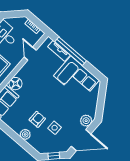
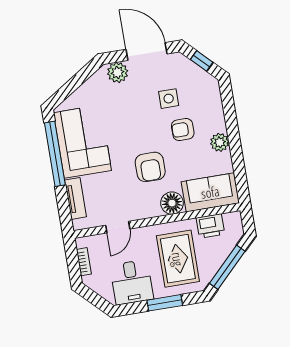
window: (71, 51) -> (55, 154), moved
armchair: (38, 91) -> (150, 167), added
plant: (25, 134) -> (220, 142), moved

